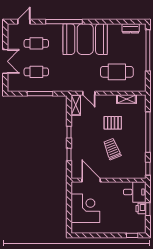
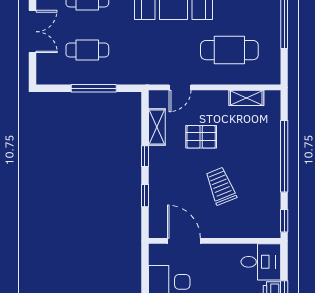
door: (89, 93) -> (180, 87), hinge flipped
shelving: (76, 105) -> (157, 127), moved
pallet: (113, 123) -> (201, 137), moved

